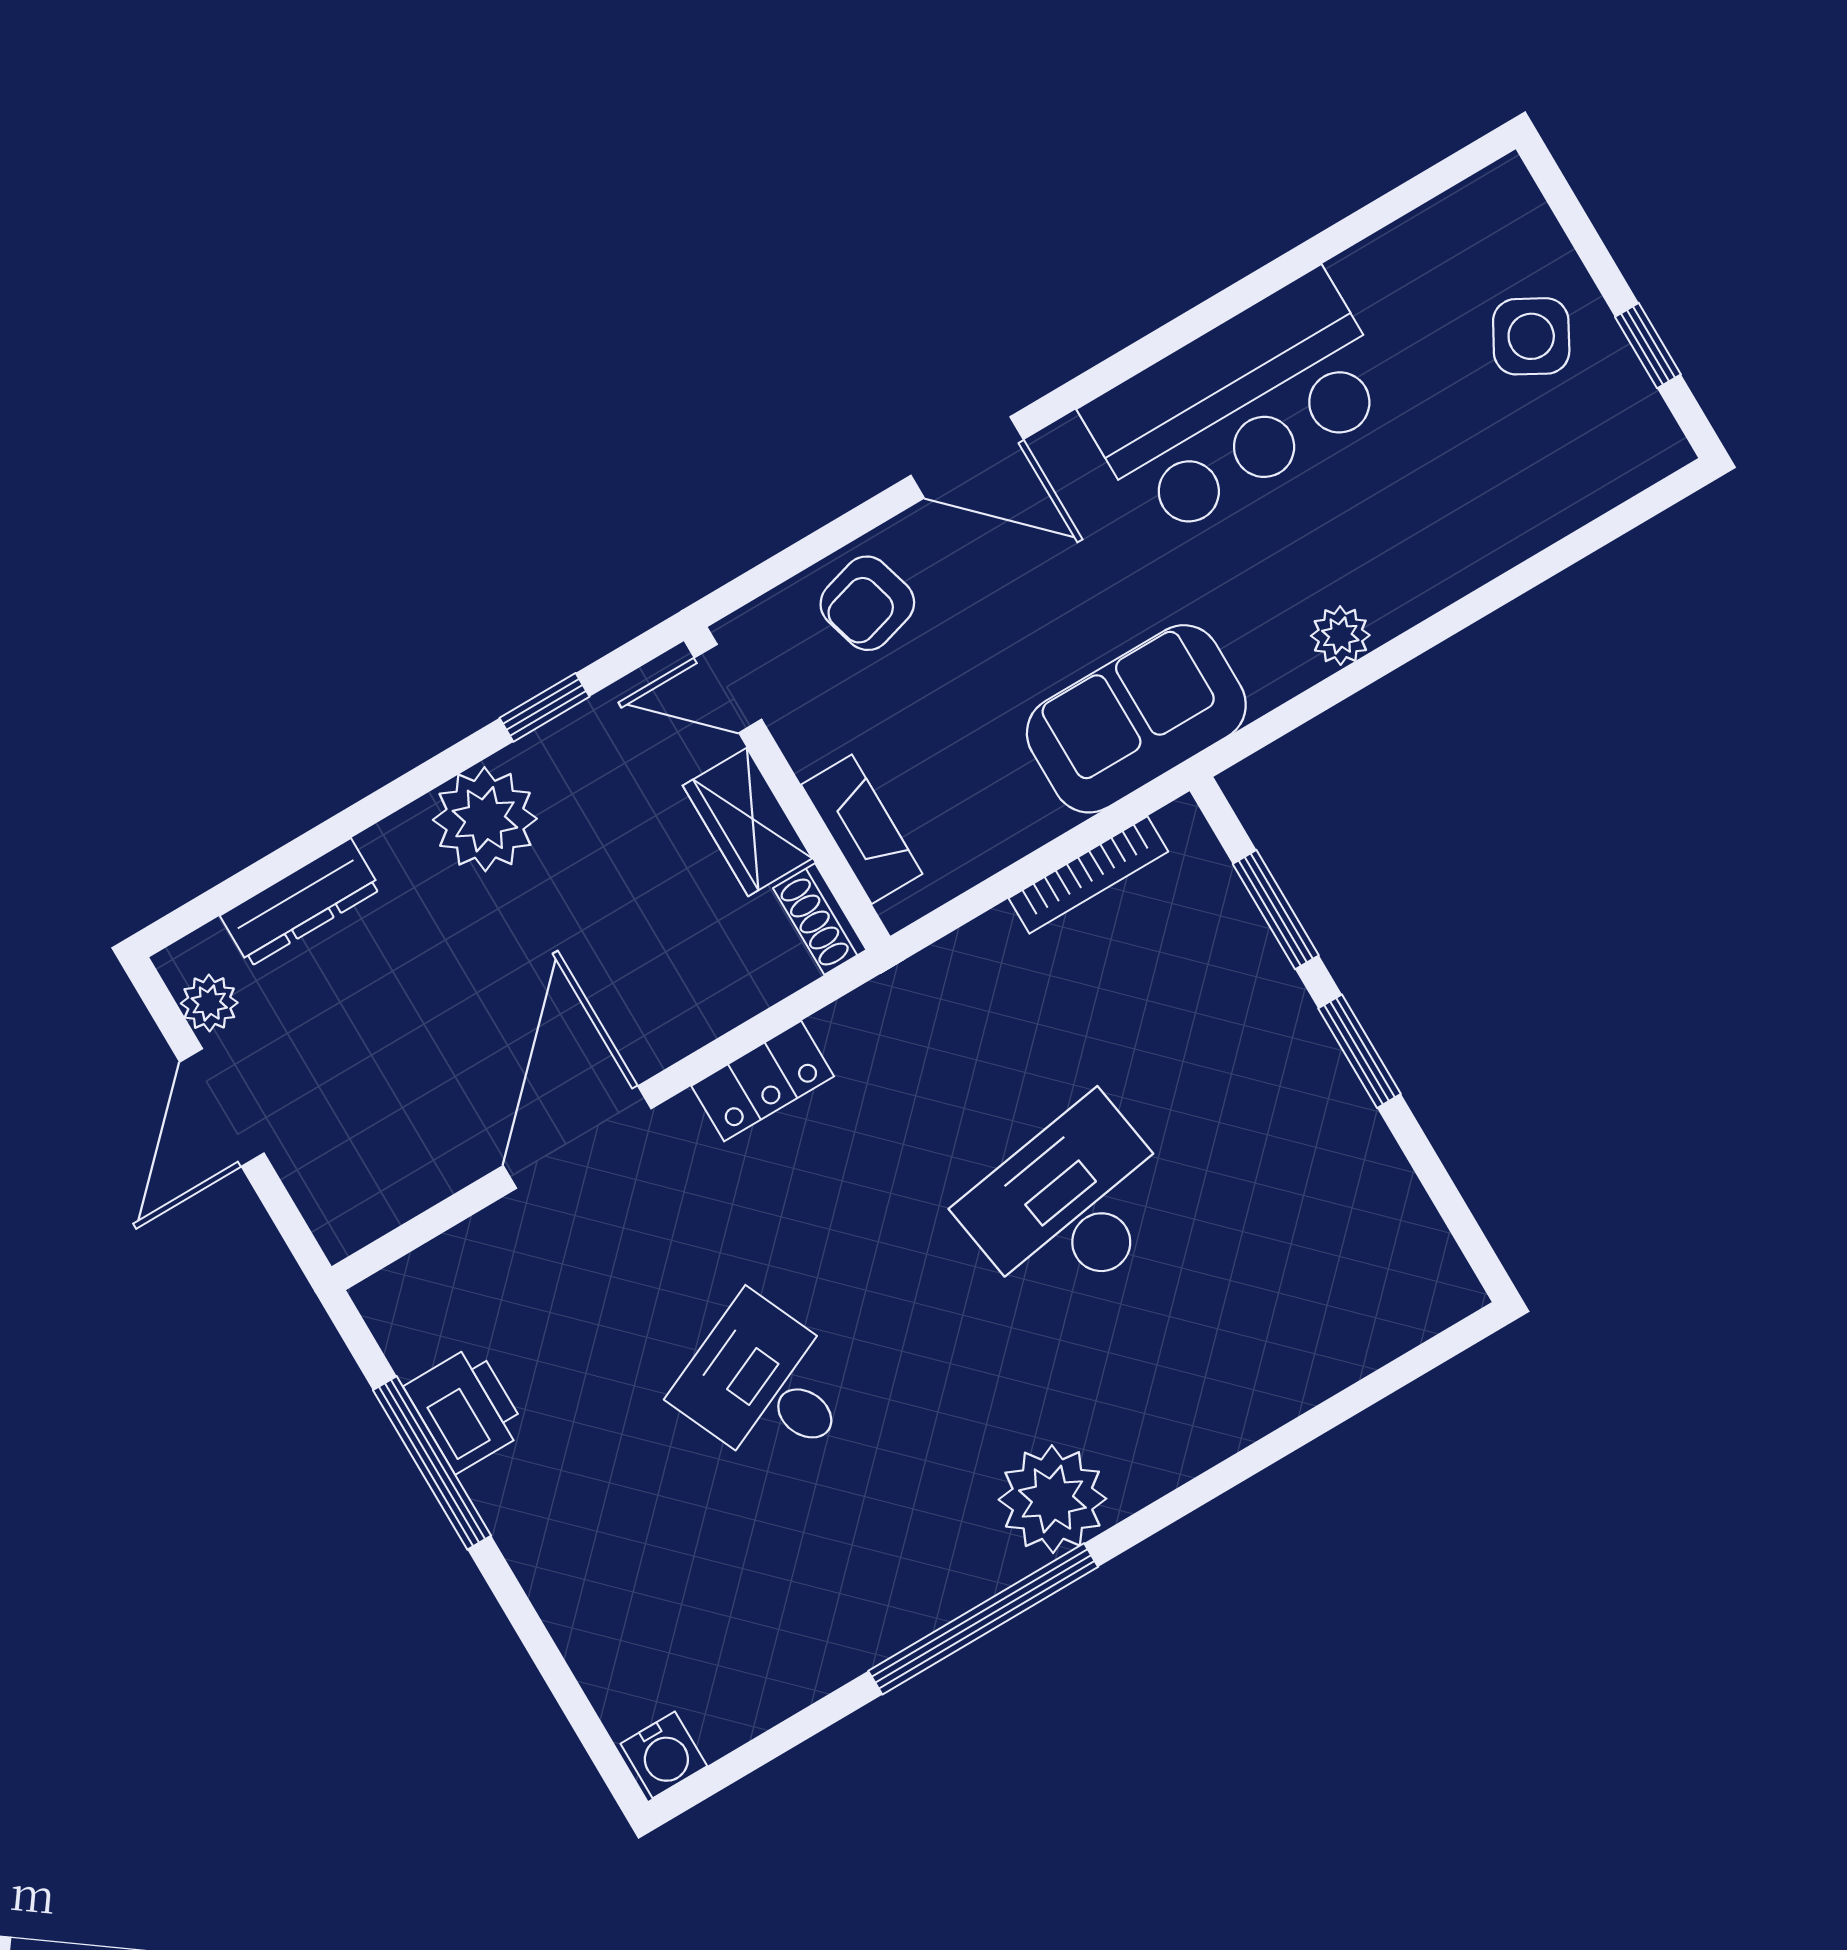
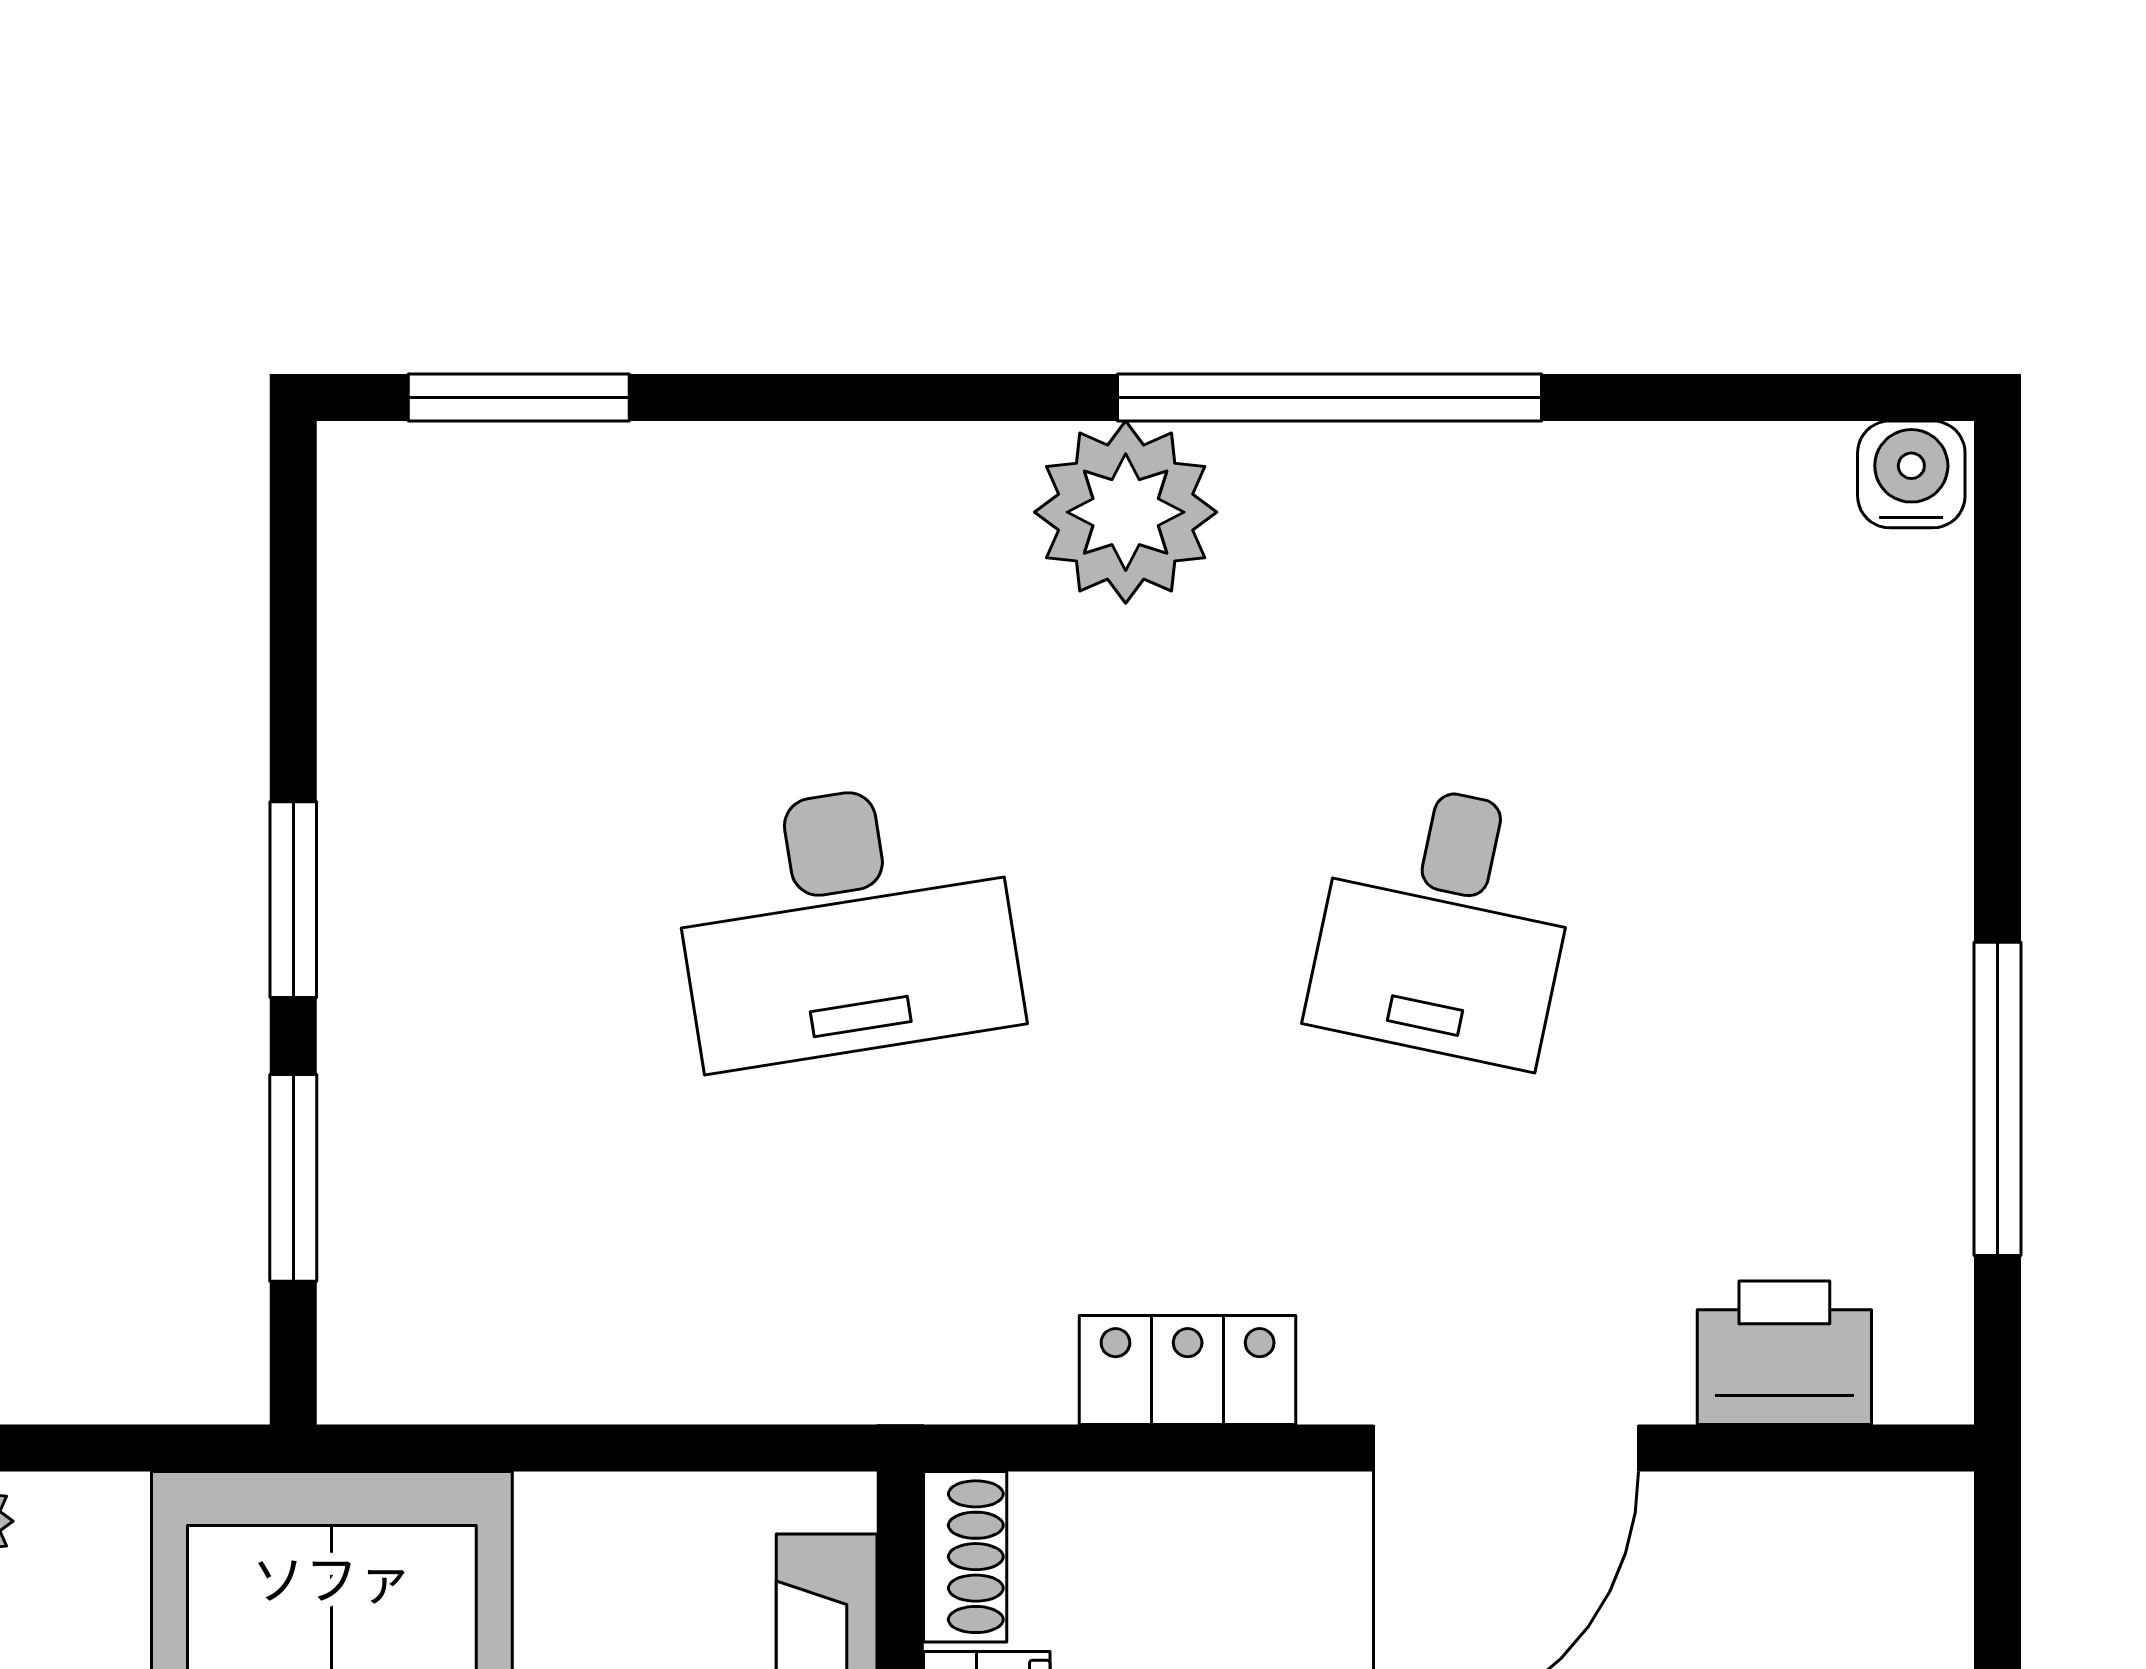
bookcase: (1088, 875) -> (536, 1390), removed
window: (1396, 1375) -> (519, 397), added
desk: (766, 1386) -> (1445, 923), turned 36
printer: (466, 1409) -> (1784, 1353), moved, turned 90

